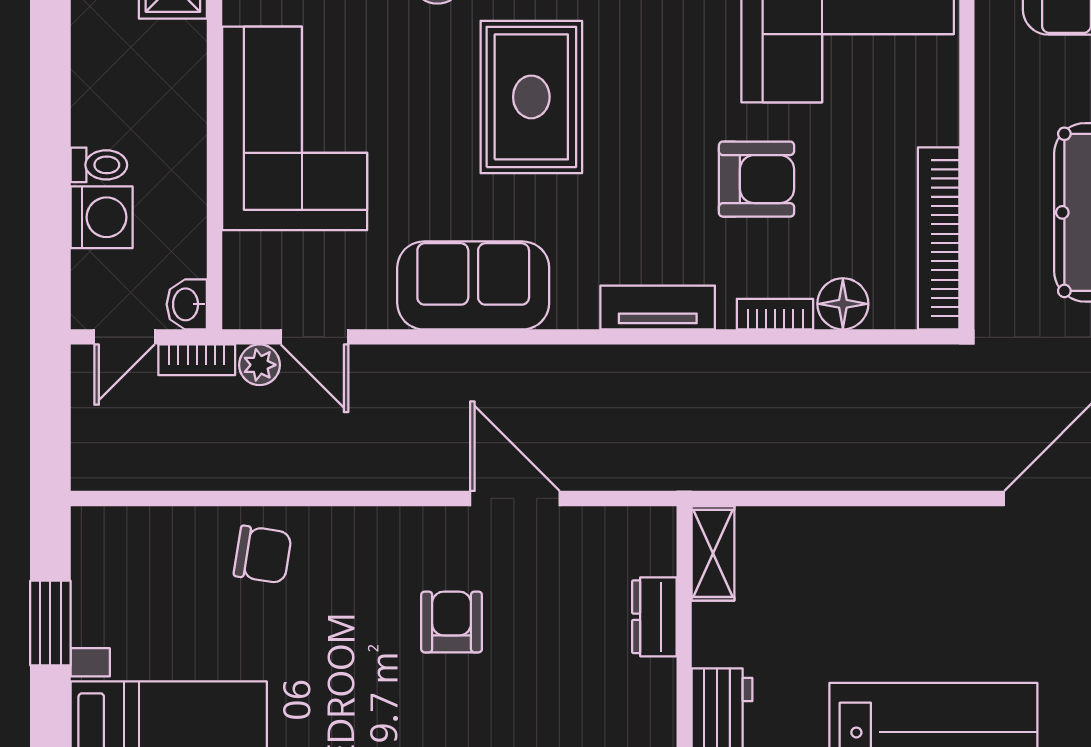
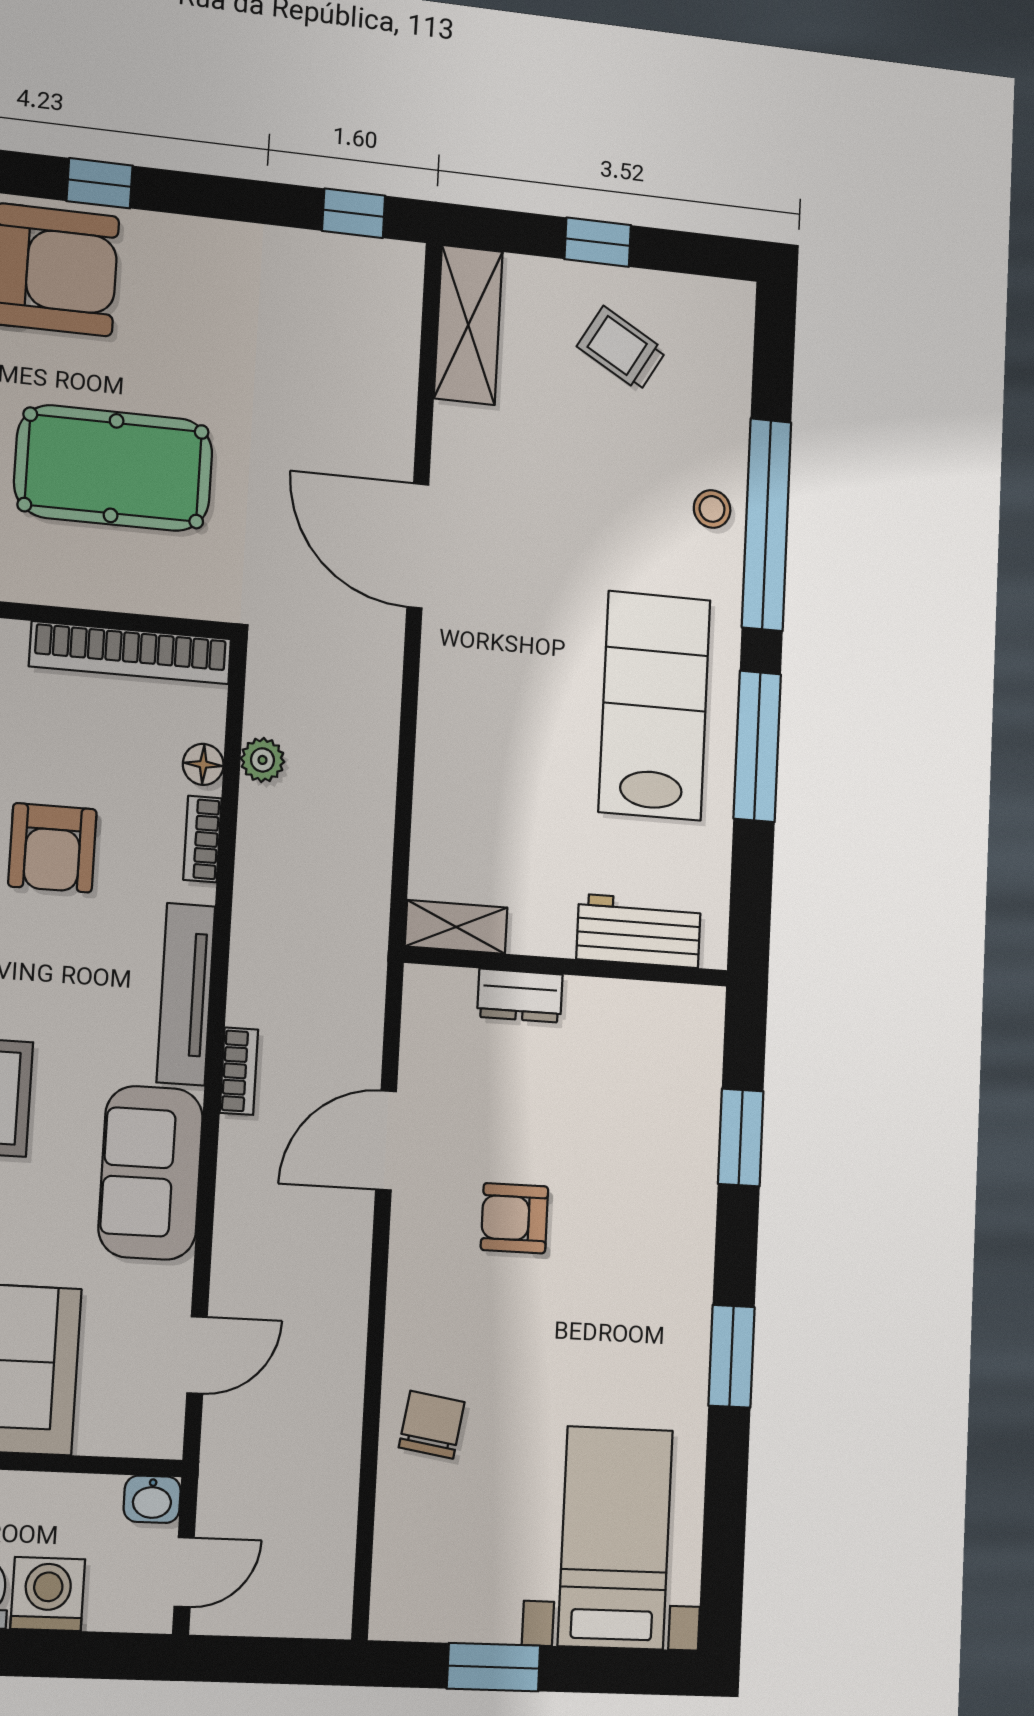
armchair: (757, 179) -> (52, 848), turned 180
floor lamp: (843, 304) -> (203, 764), width x0.73, depth x0.73
tv unit: (658, 307) -> (186, 994), width x1.41
door: (125, 337) -> (184, 1572), hinge flipped
bookcase: (197, 360) -> (239, 1071), moved
plant: (259, 365) -> (262, 760), moved

